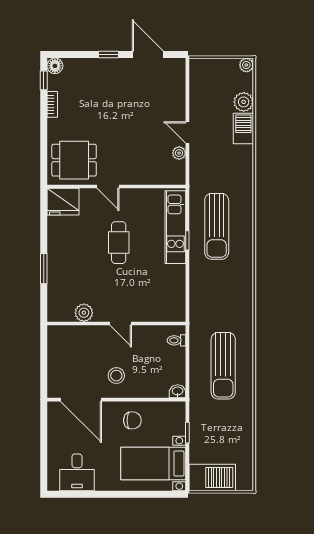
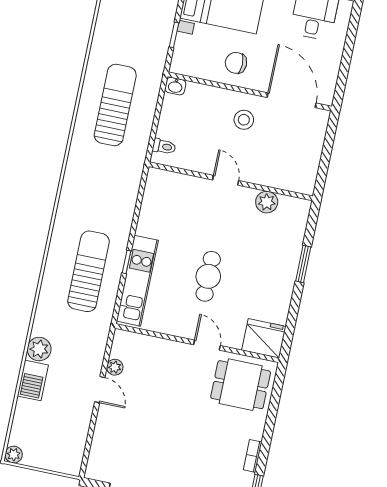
plant: (244, 102) -> (39, 349), moved

